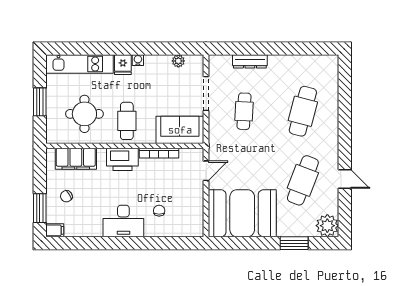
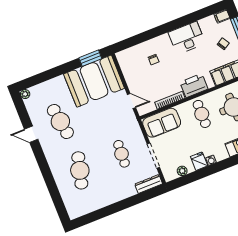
dresser: (250, 61) -> (149, 184), moved
fridge: (123, 65) -> (199, 161), moved
door: (206, 171) -> (132, 101), swing flipped
cafe table: (303, 180) -> (60, 121), turned -30
desk: (123, 221) -> (187, 38), moved
plant: (327, 226) -> (25, 94), width x0.53, depth x0.53
window: (294, 243) -> (90, 58), moved

